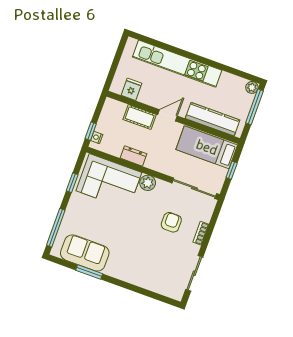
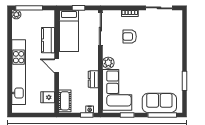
cot: (140, 117) -> (65, 101), moved
kitchen counter: (213, 119) -> (48, 40), width x0.67
sofa: (85, 253) -> (159, 103), moved, turned 90

